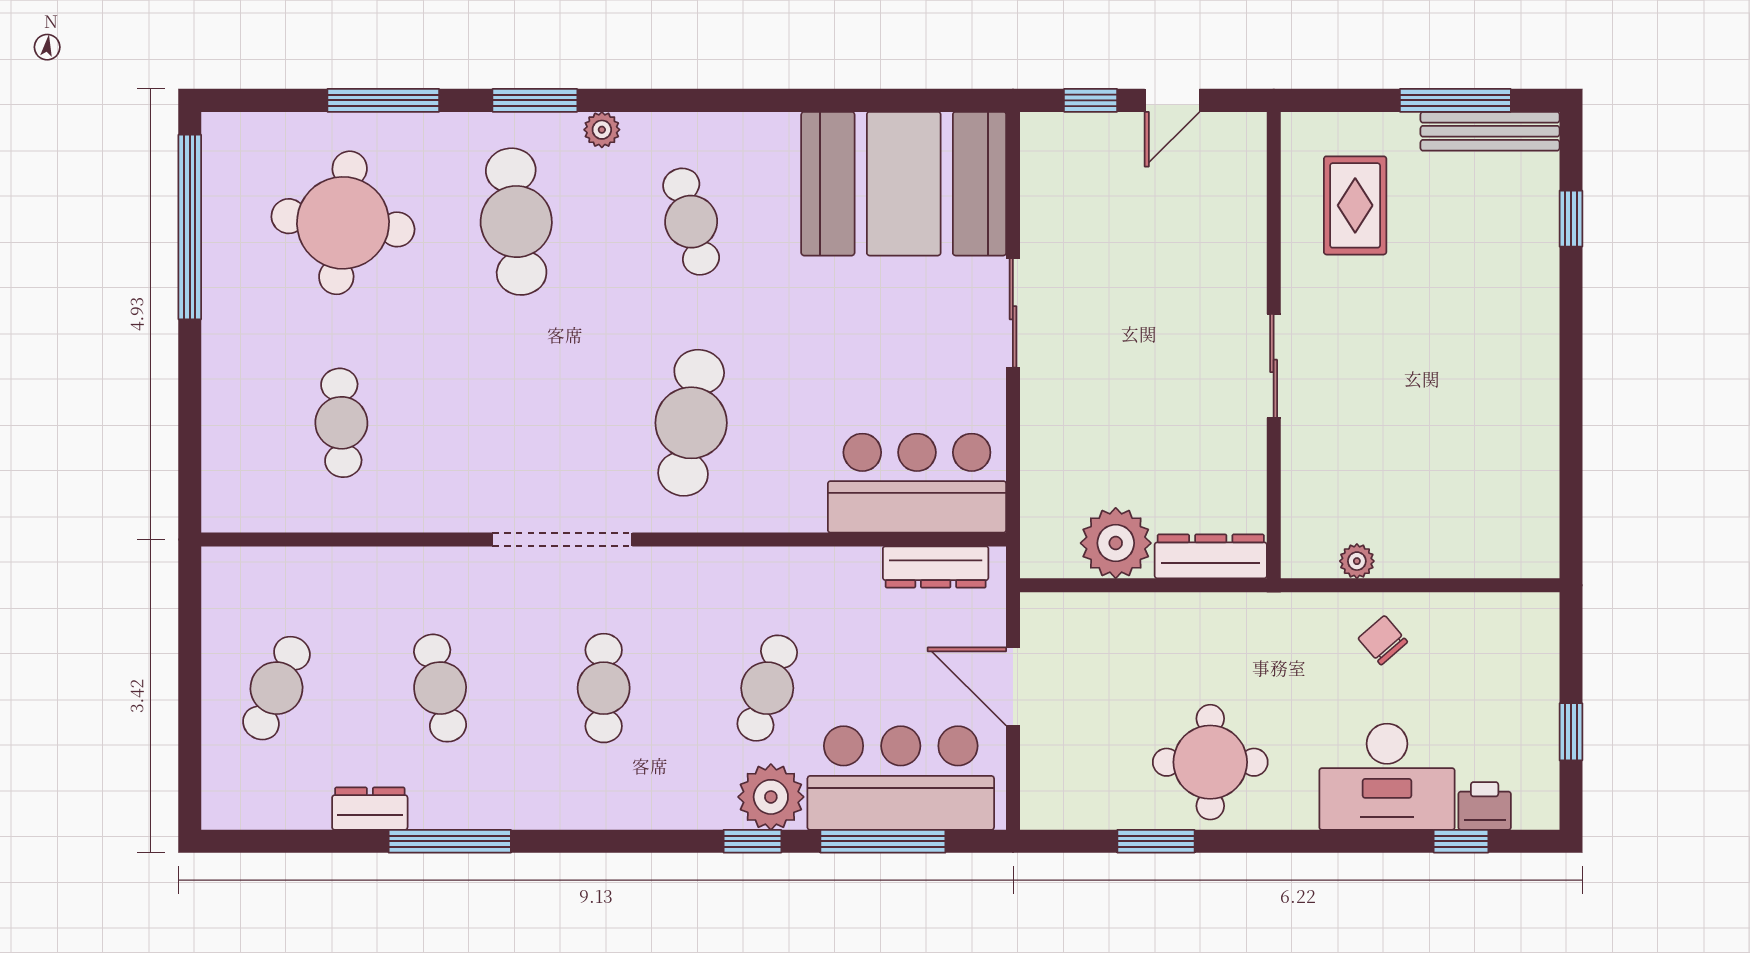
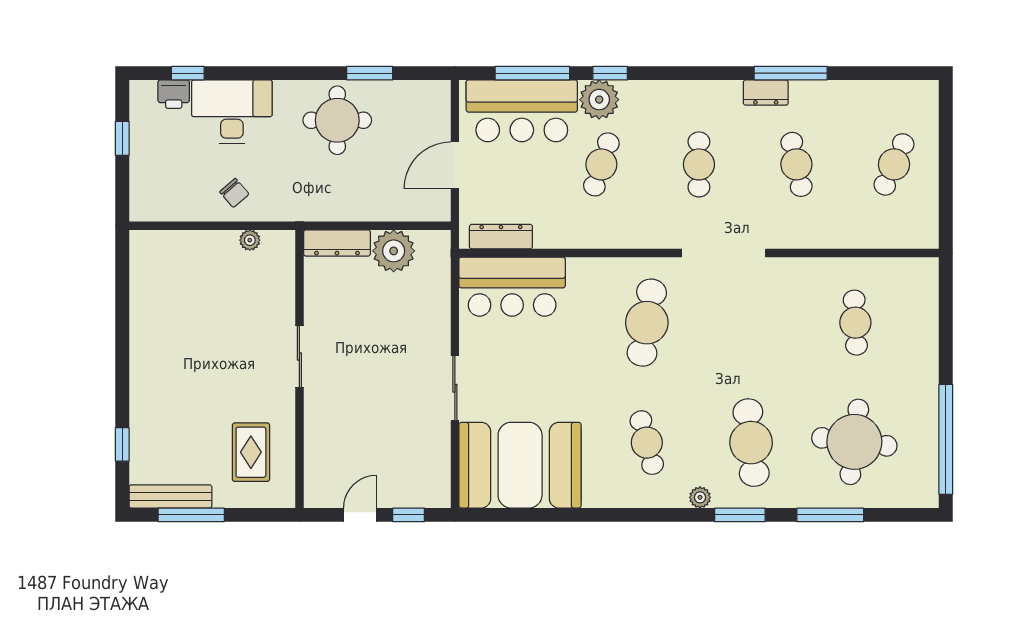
door: (1013, 687) -> (455, 165), swing flipped
dresser: (370, 809) -> (766, 93), moved

